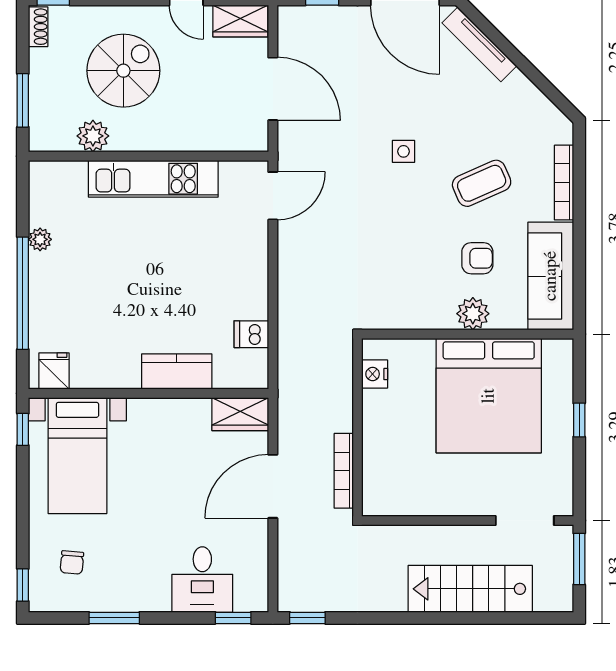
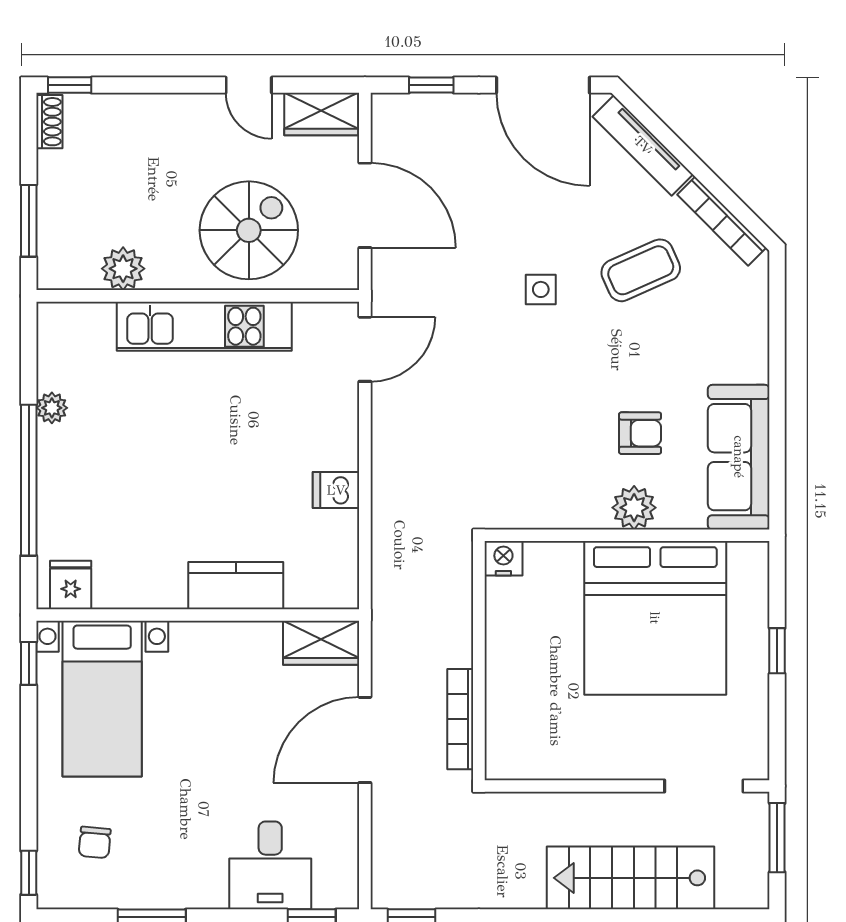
spiral stairs: (123, 71) -> (249, 230), moved
coffee table: (482, 183) -> (641, 270), moved
bookcase: (564, 183) -> (722, 221), moved, turned -45
dishwasher: (251, 334) -> (336, 490), moved
nightstand: (375, 374) -> (503, 558), moved, turned 90

